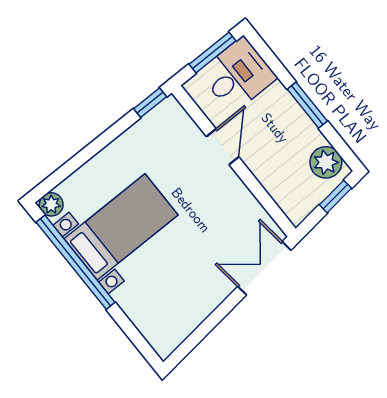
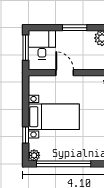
window: (150, 103) -> (26, 135), moved
bed with nightstands: (121, 227) -> (54, 117), moved, turned 90

